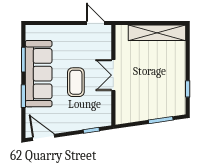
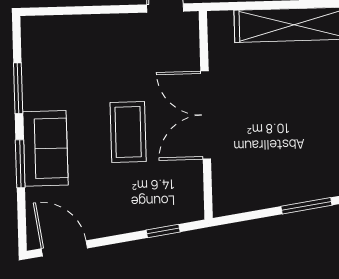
sofa: (39, 74) -> (45, 148), width x0.54, depth x0.79
double door: (113, 75) -> (206, 115), width x1.37

